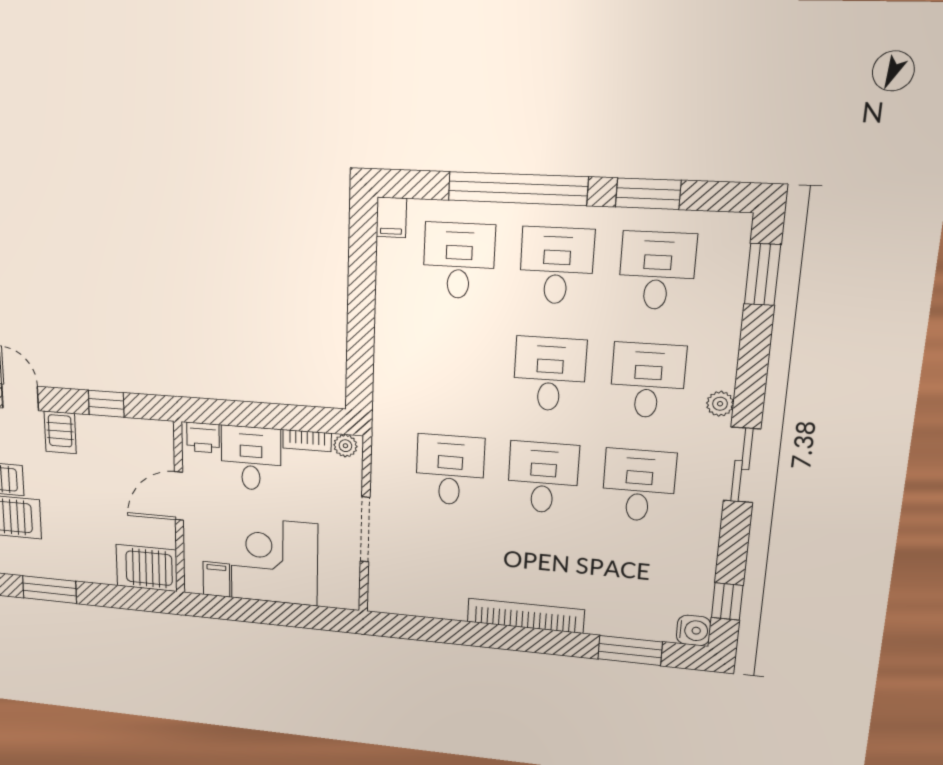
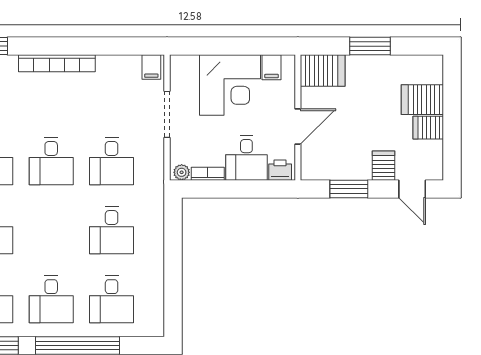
filing cabinet: (391, 217) -> (151, 67), moved, turned 180
desk: (550, 374) -> (112, 230), moved
window: (106, 404) -> (349, 189), width x1.50
window: (50, 590) -> (370, 46), moved

